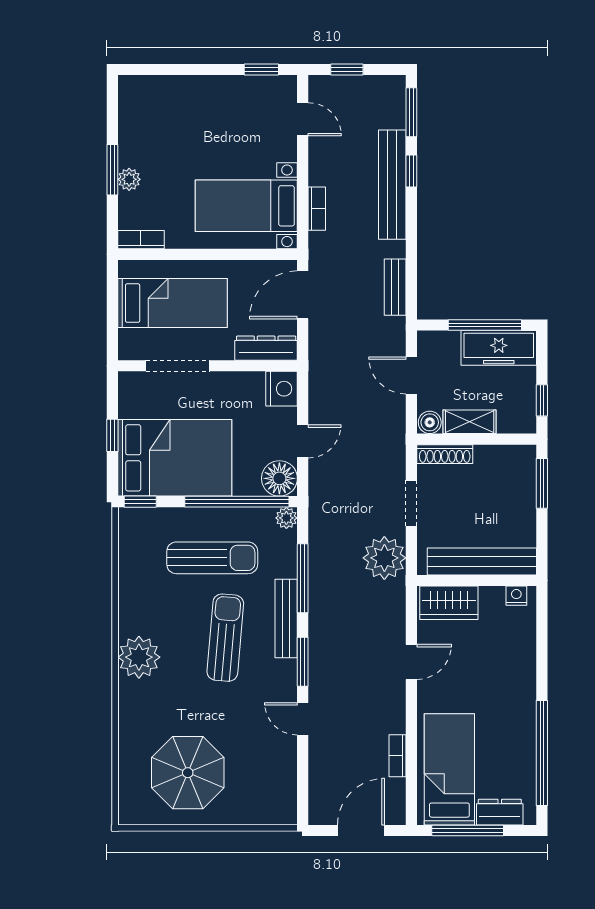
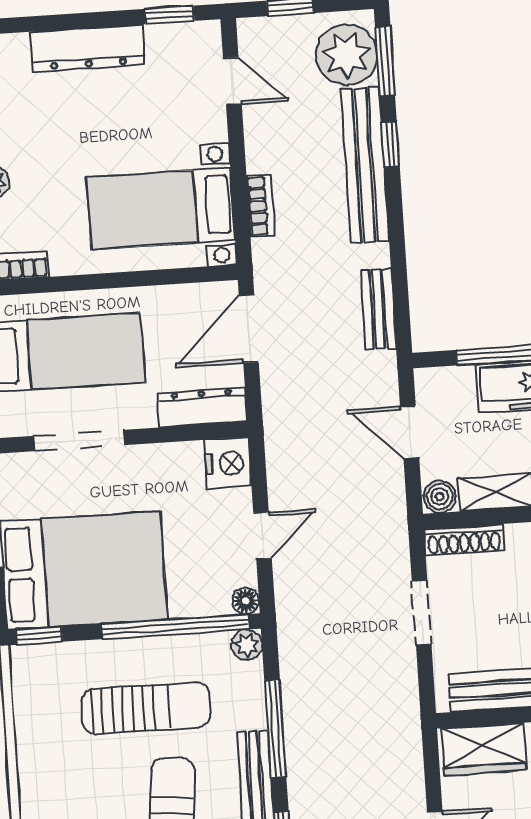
dresser: (202, 89) -> (88, 48), added
floor lamp: (279, 478) -> (246, 601), width x0.53, depth x0.53
plant: (384, 558) -> (346, 55), moved

